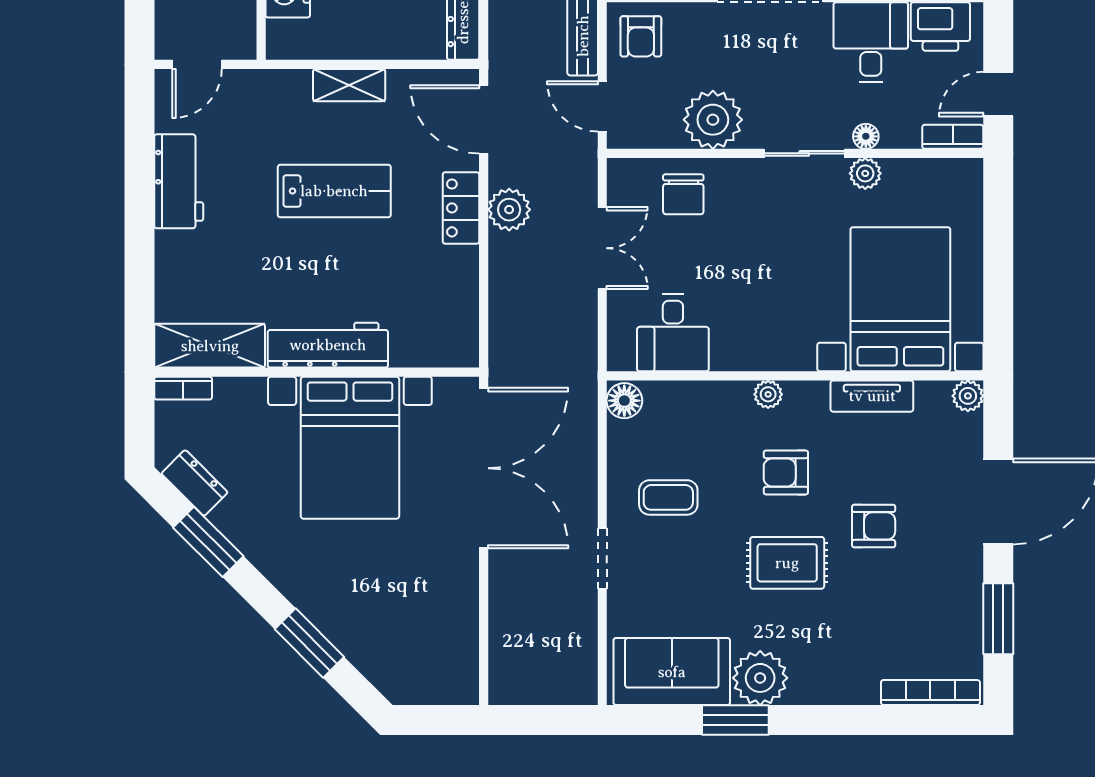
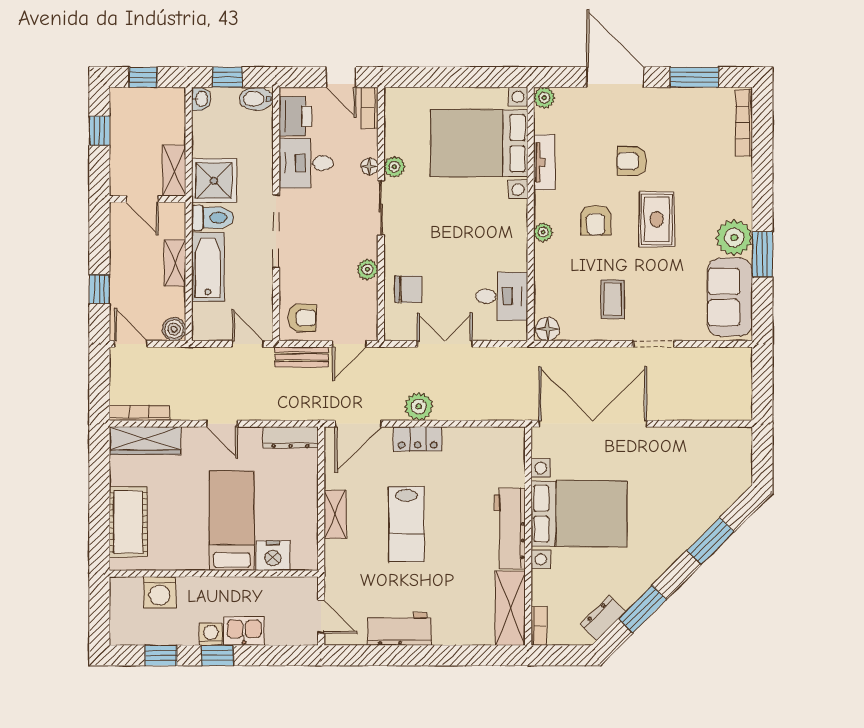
plant: (713, 120) -> (367, 269), width x0.53, depth x0.53
lab bench: (334, 191) -> (406, 524), turned 180
armchair: (874, 526) -> (632, 161), turned -90

